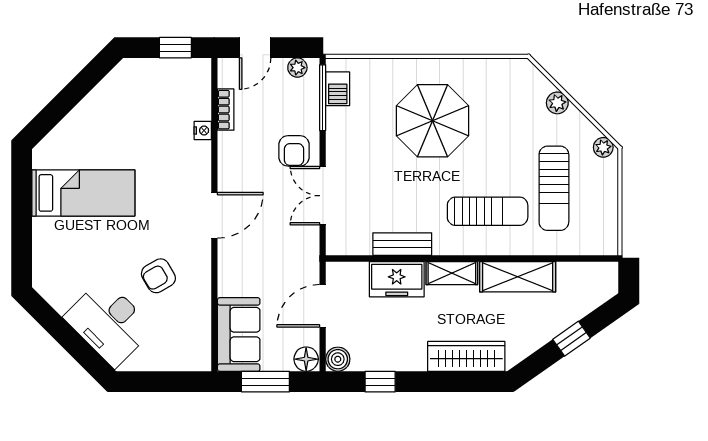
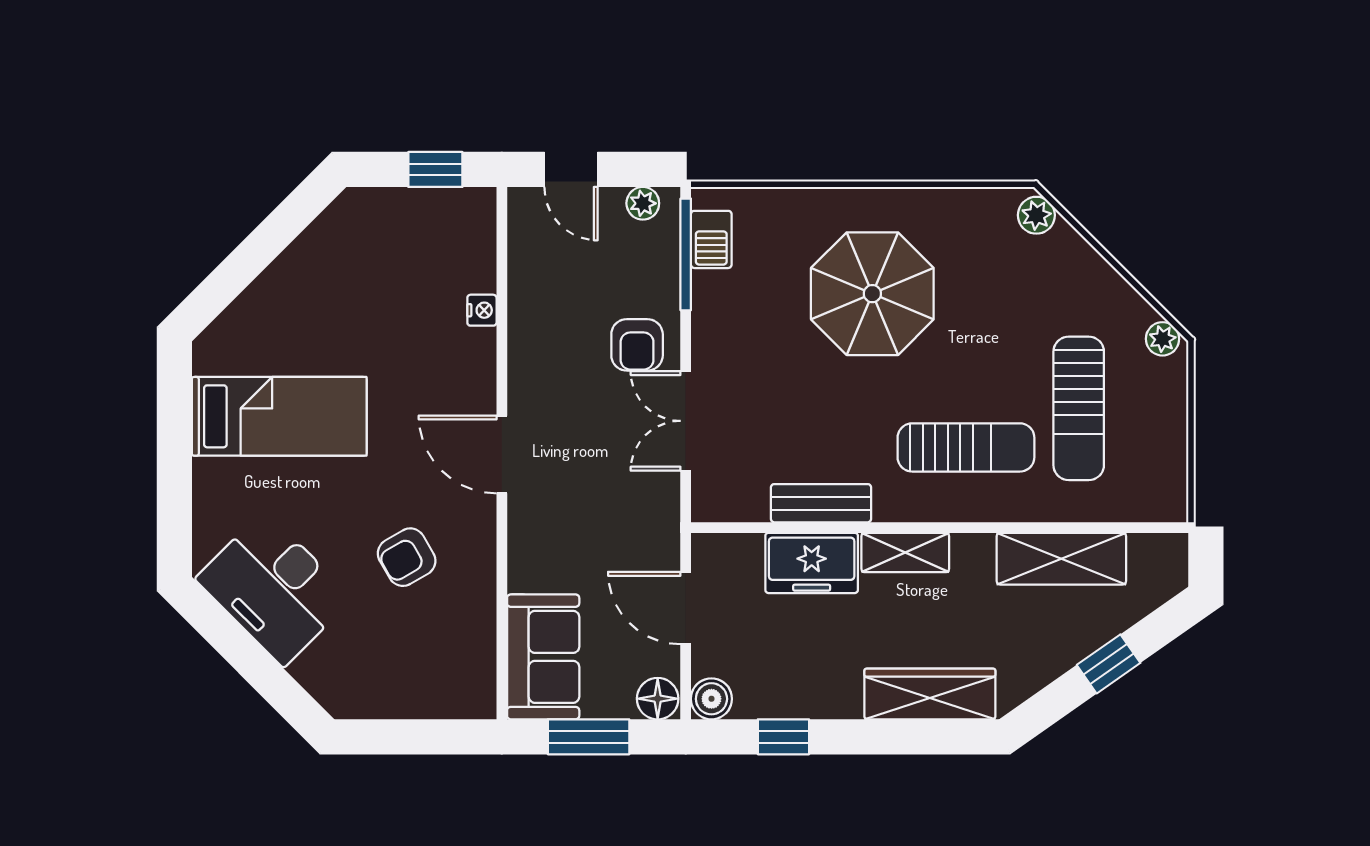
door: (255, 48) -> (571, 169), hinge flipped
plant: (557, 103) -> (1036, 215), moved
bookcase: (226, 110) -> (521, 275), removed
door: (214, 215) -> (502, 454), swing flipped
shelving: (518, 277) -> (1061, 559), moved
door: (323, 306) -> (686, 608), hinge flipped
desk: (109, 323) -> (274, 589), moved

